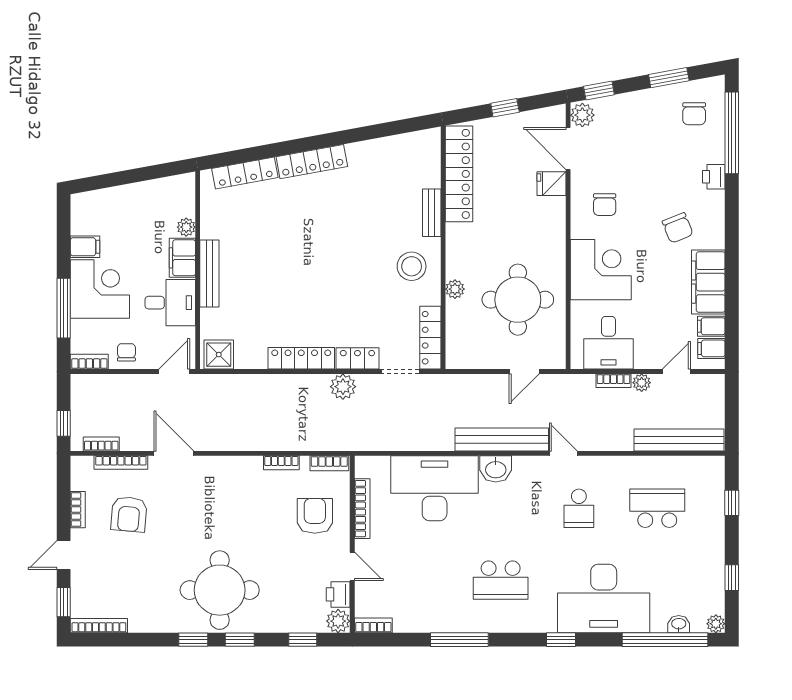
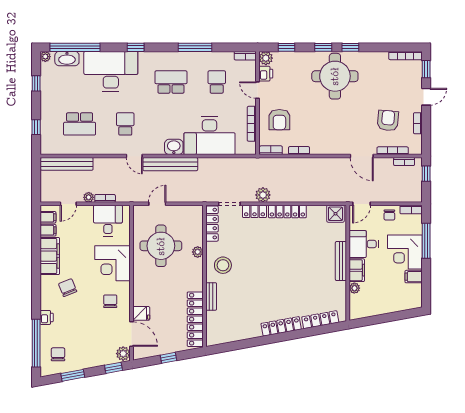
school desk: (422, 580) -> (217, 82), added
washbasin: (679, 624) -> (67, 59), width x1.91, depth x1.45

